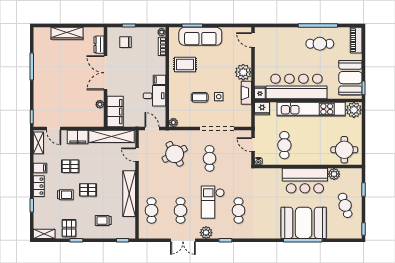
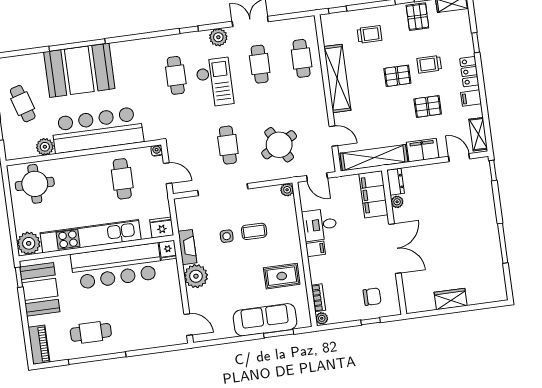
wardrobe: (67, 33) -> (451, 299), width x0.67
dresser: (99, 45) -> (396, 182), moved
bar counter: (305, 181) -> (97, 130), width x1.36

